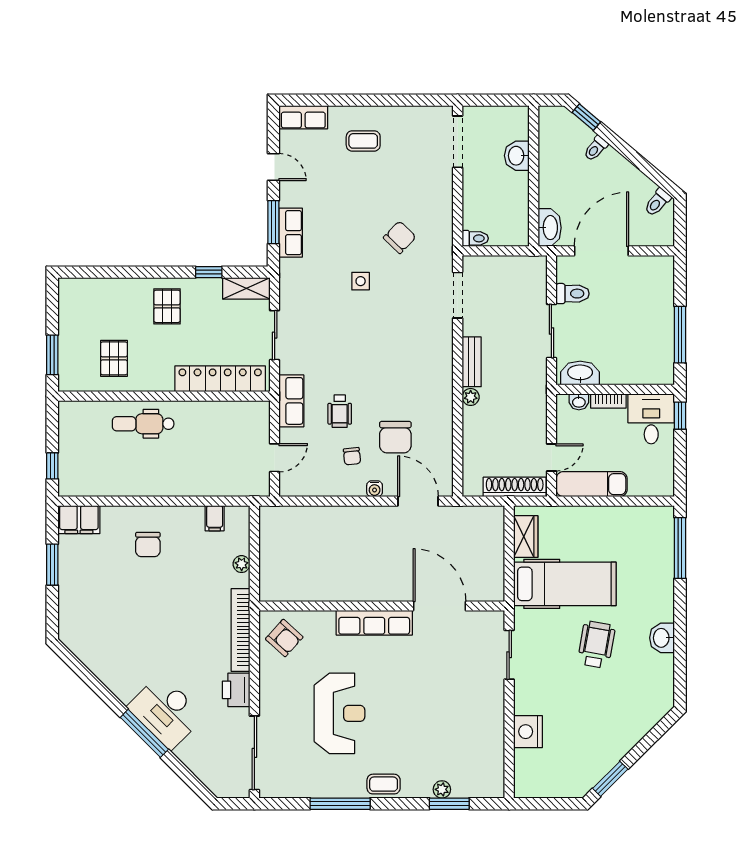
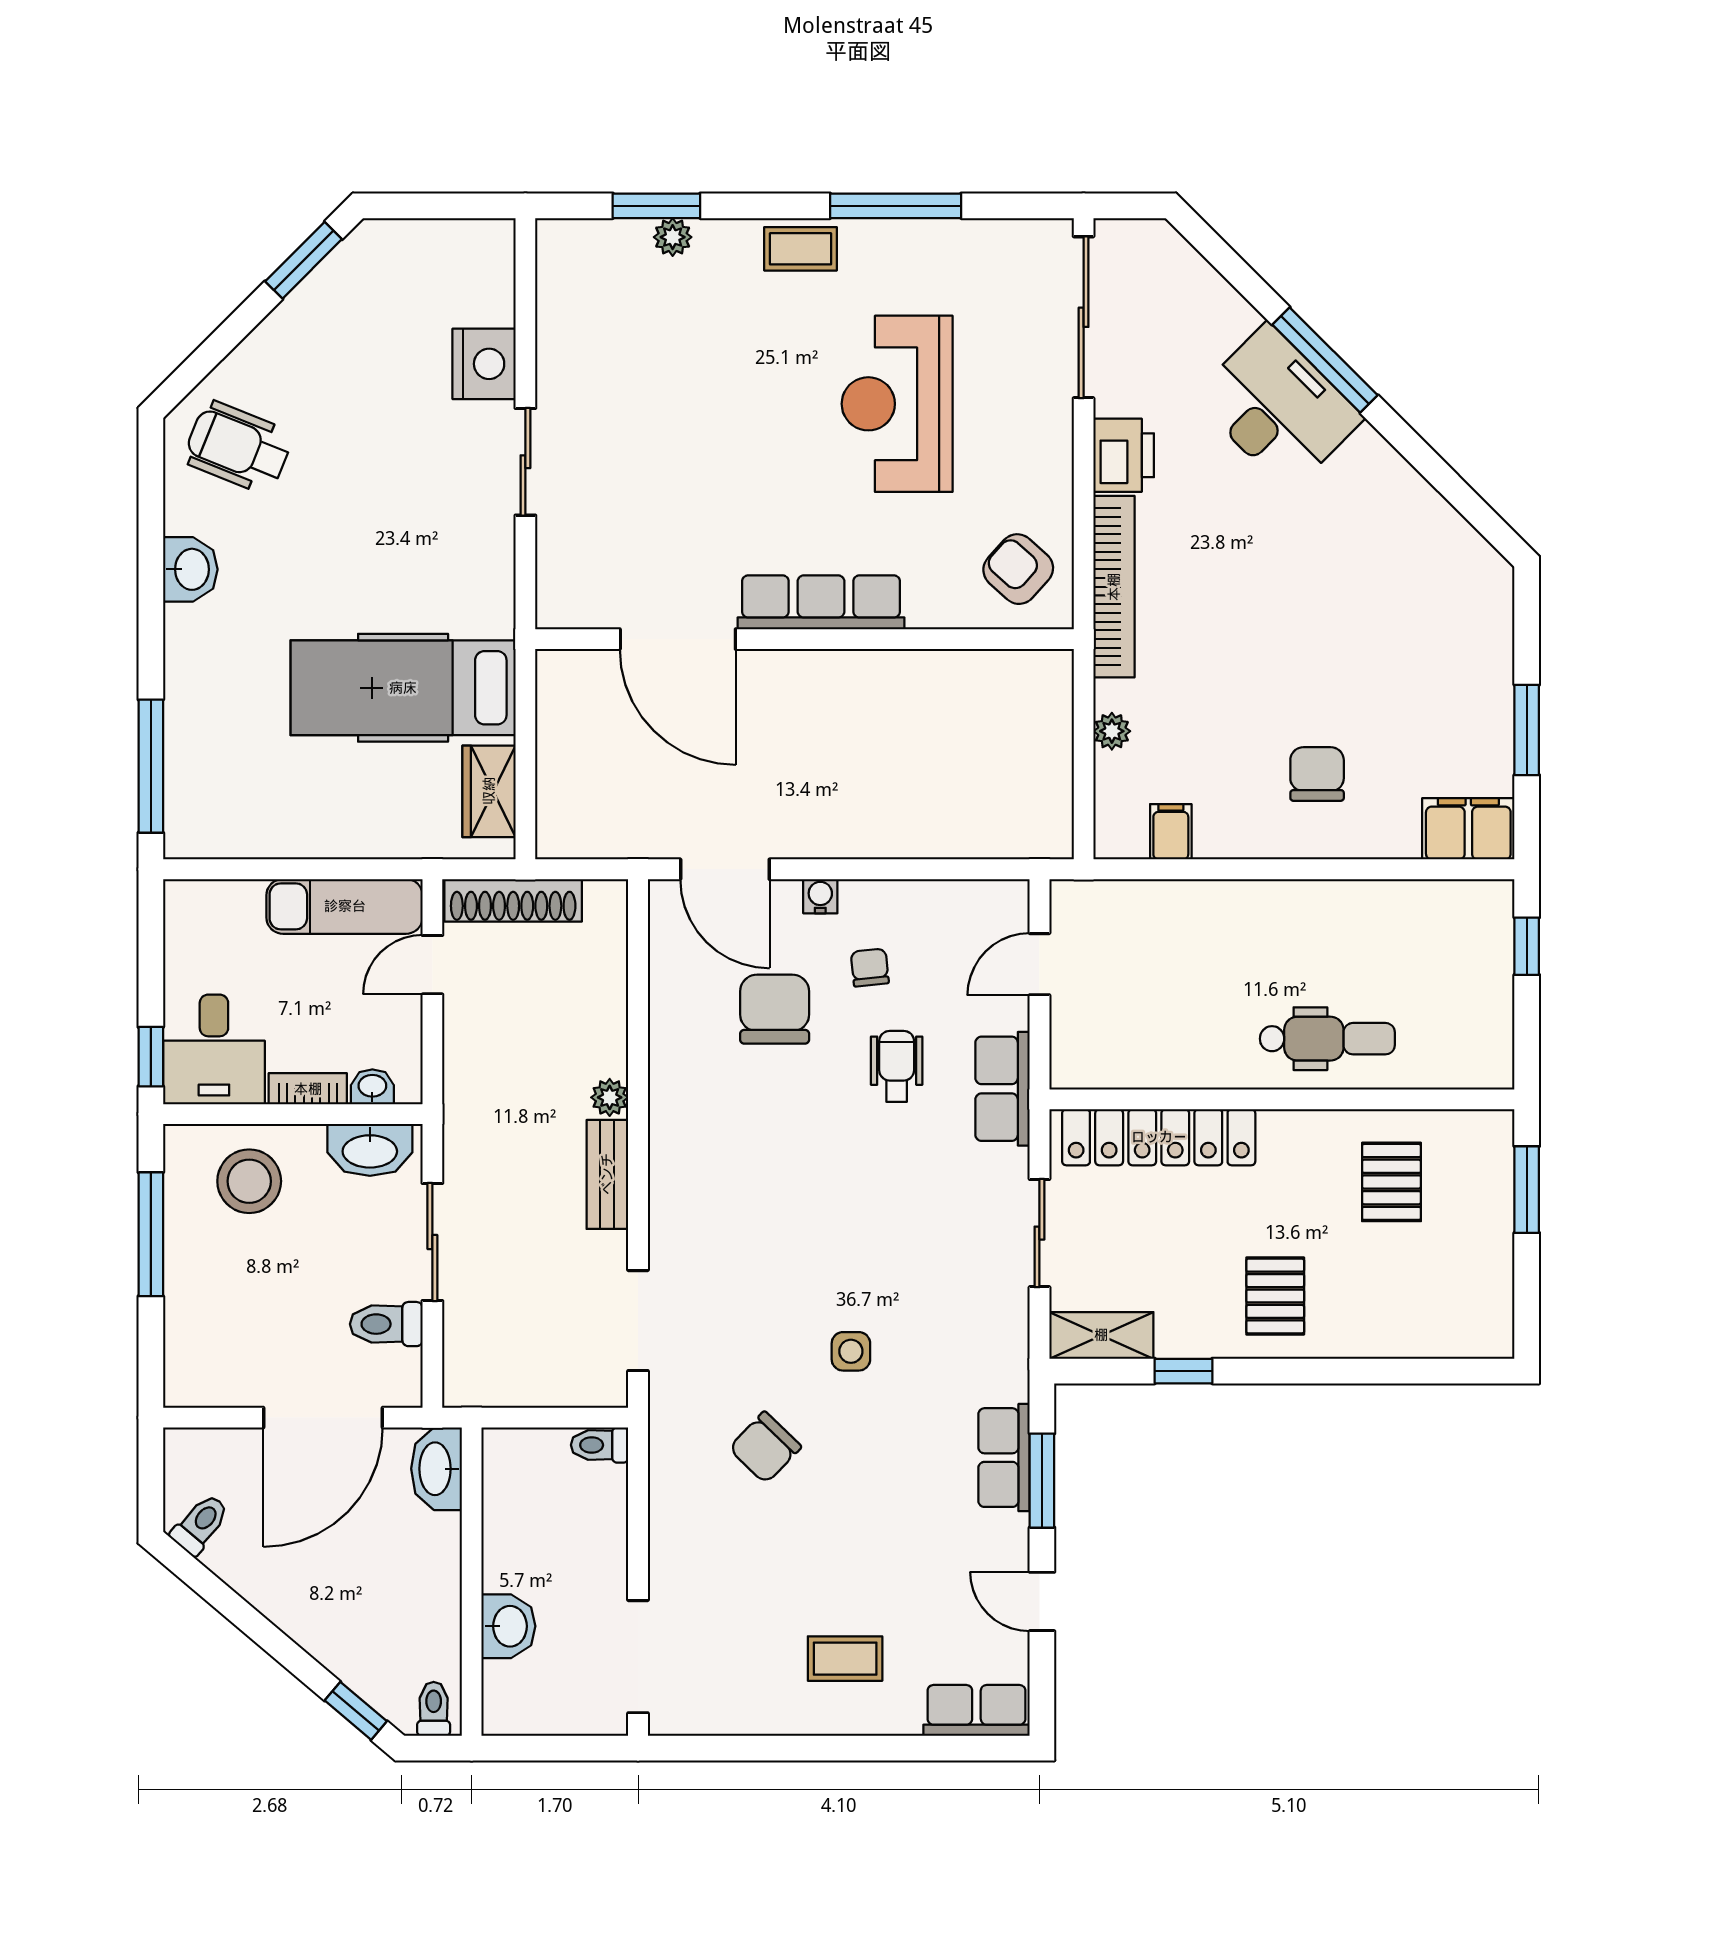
toilet: (596, 148) -> (434, 1709), moved, turned -40
stool: (635, 359) -> (249, 1181), added
wheelchair: (596, 645) -> (238, 447), moved, turned 102
sliding door: (509, 655) -> (525, 462), moved

